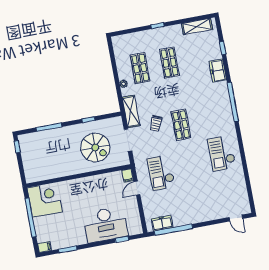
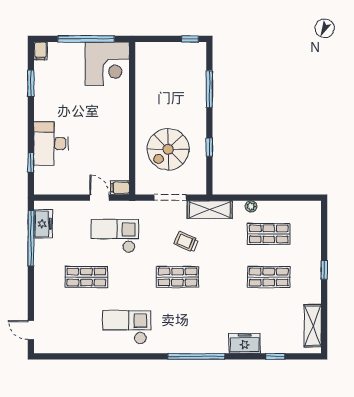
shop shelf: (193, 187) -> (86, 277), added
door: (236, 218) -> (31, 330), hinge flipped
desk: (106, 225) -> (51, 144), width x0.73, depth x0.77

